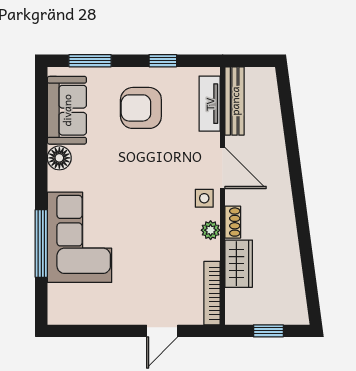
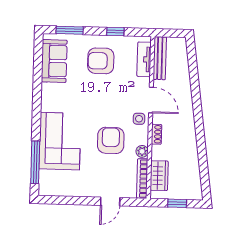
floor lamp: (59, 158) -> (49, 91), removed
plant: (211, 230) -> (142, 151), moved
armchair: (160, 234) -> (111, 140), added
window: (41, 243) -> (35, 162), moved
wardrobe: (239, 264) -> (159, 176), moved

